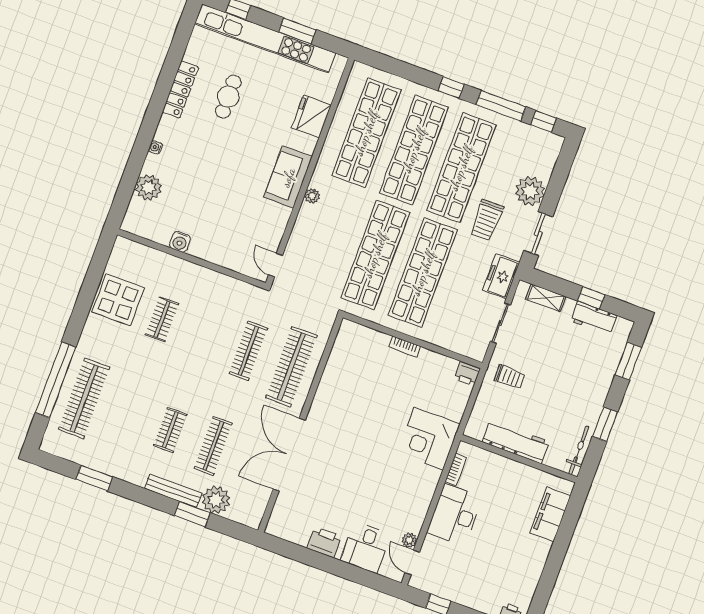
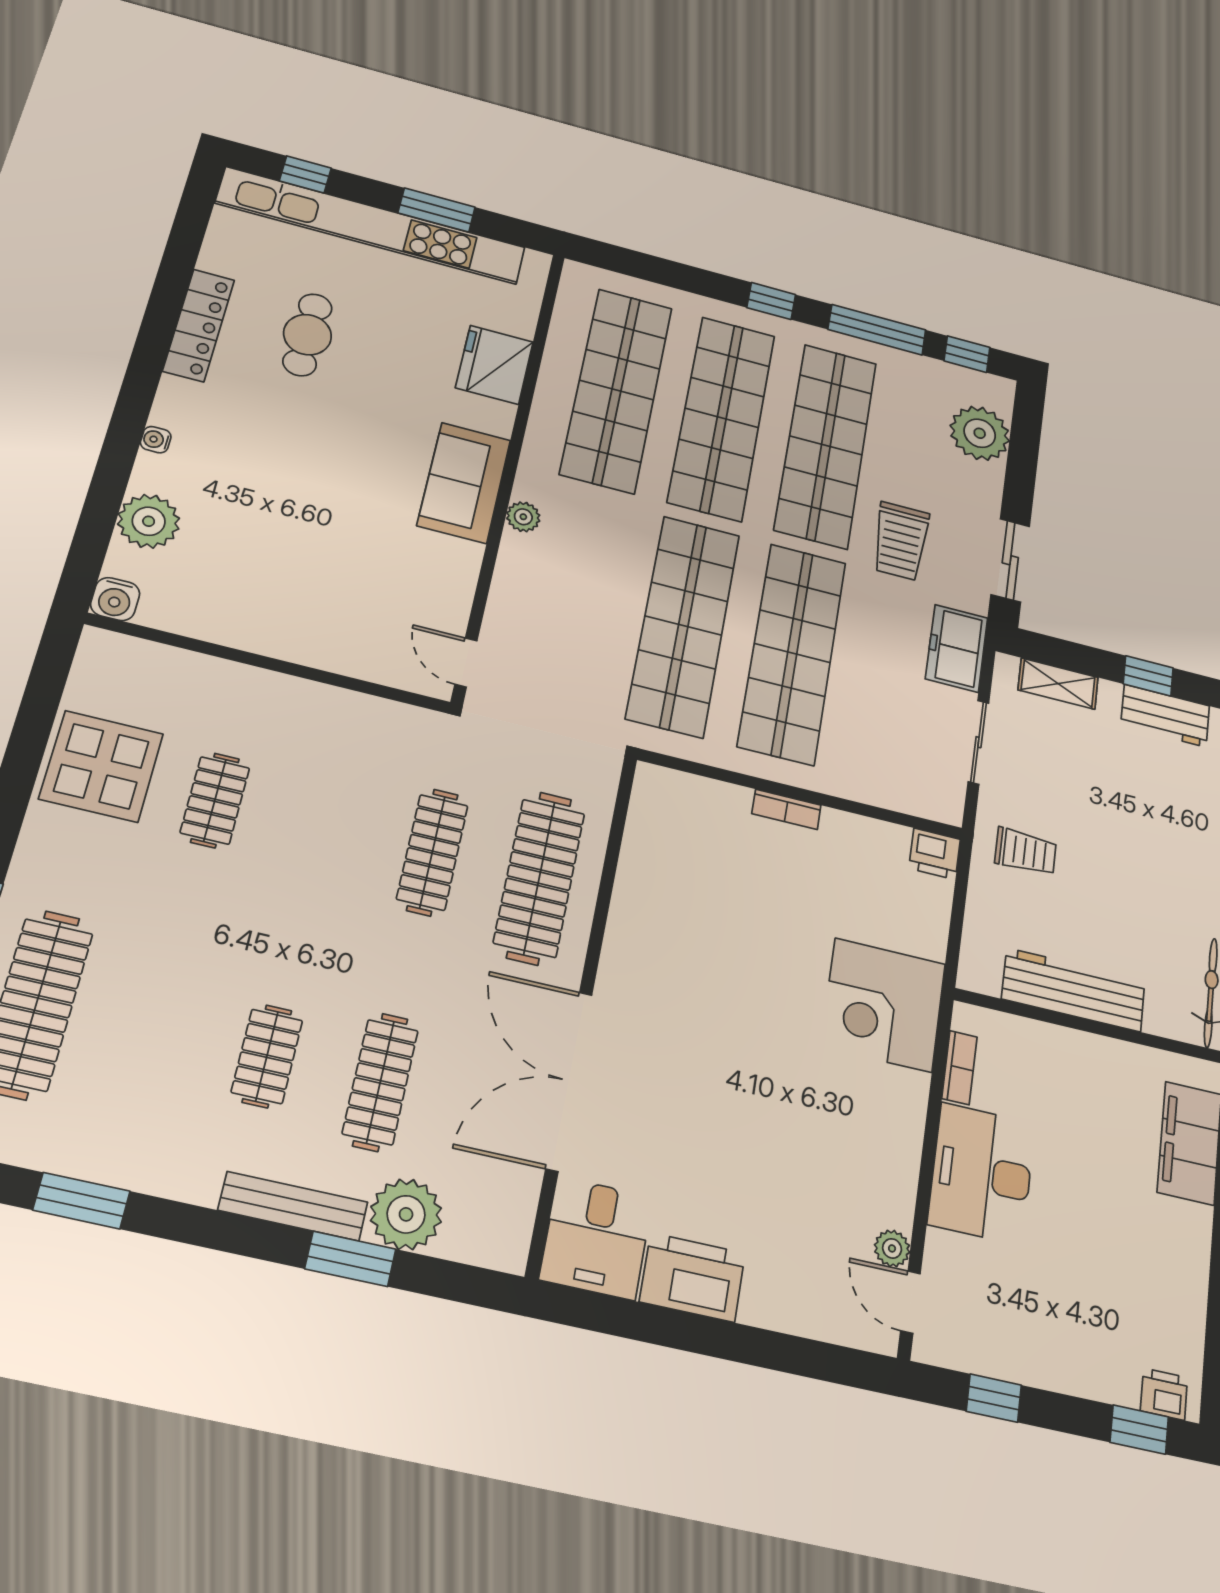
plant: (530, 191) -> (980, 433), moved
water cooler: (180, 242) -> (115, 599), moved
printer: (324, 542) -> (692, 1277), width x1.37, depth x1.19
desk: (366, 547) -> (596, 1238), moved

